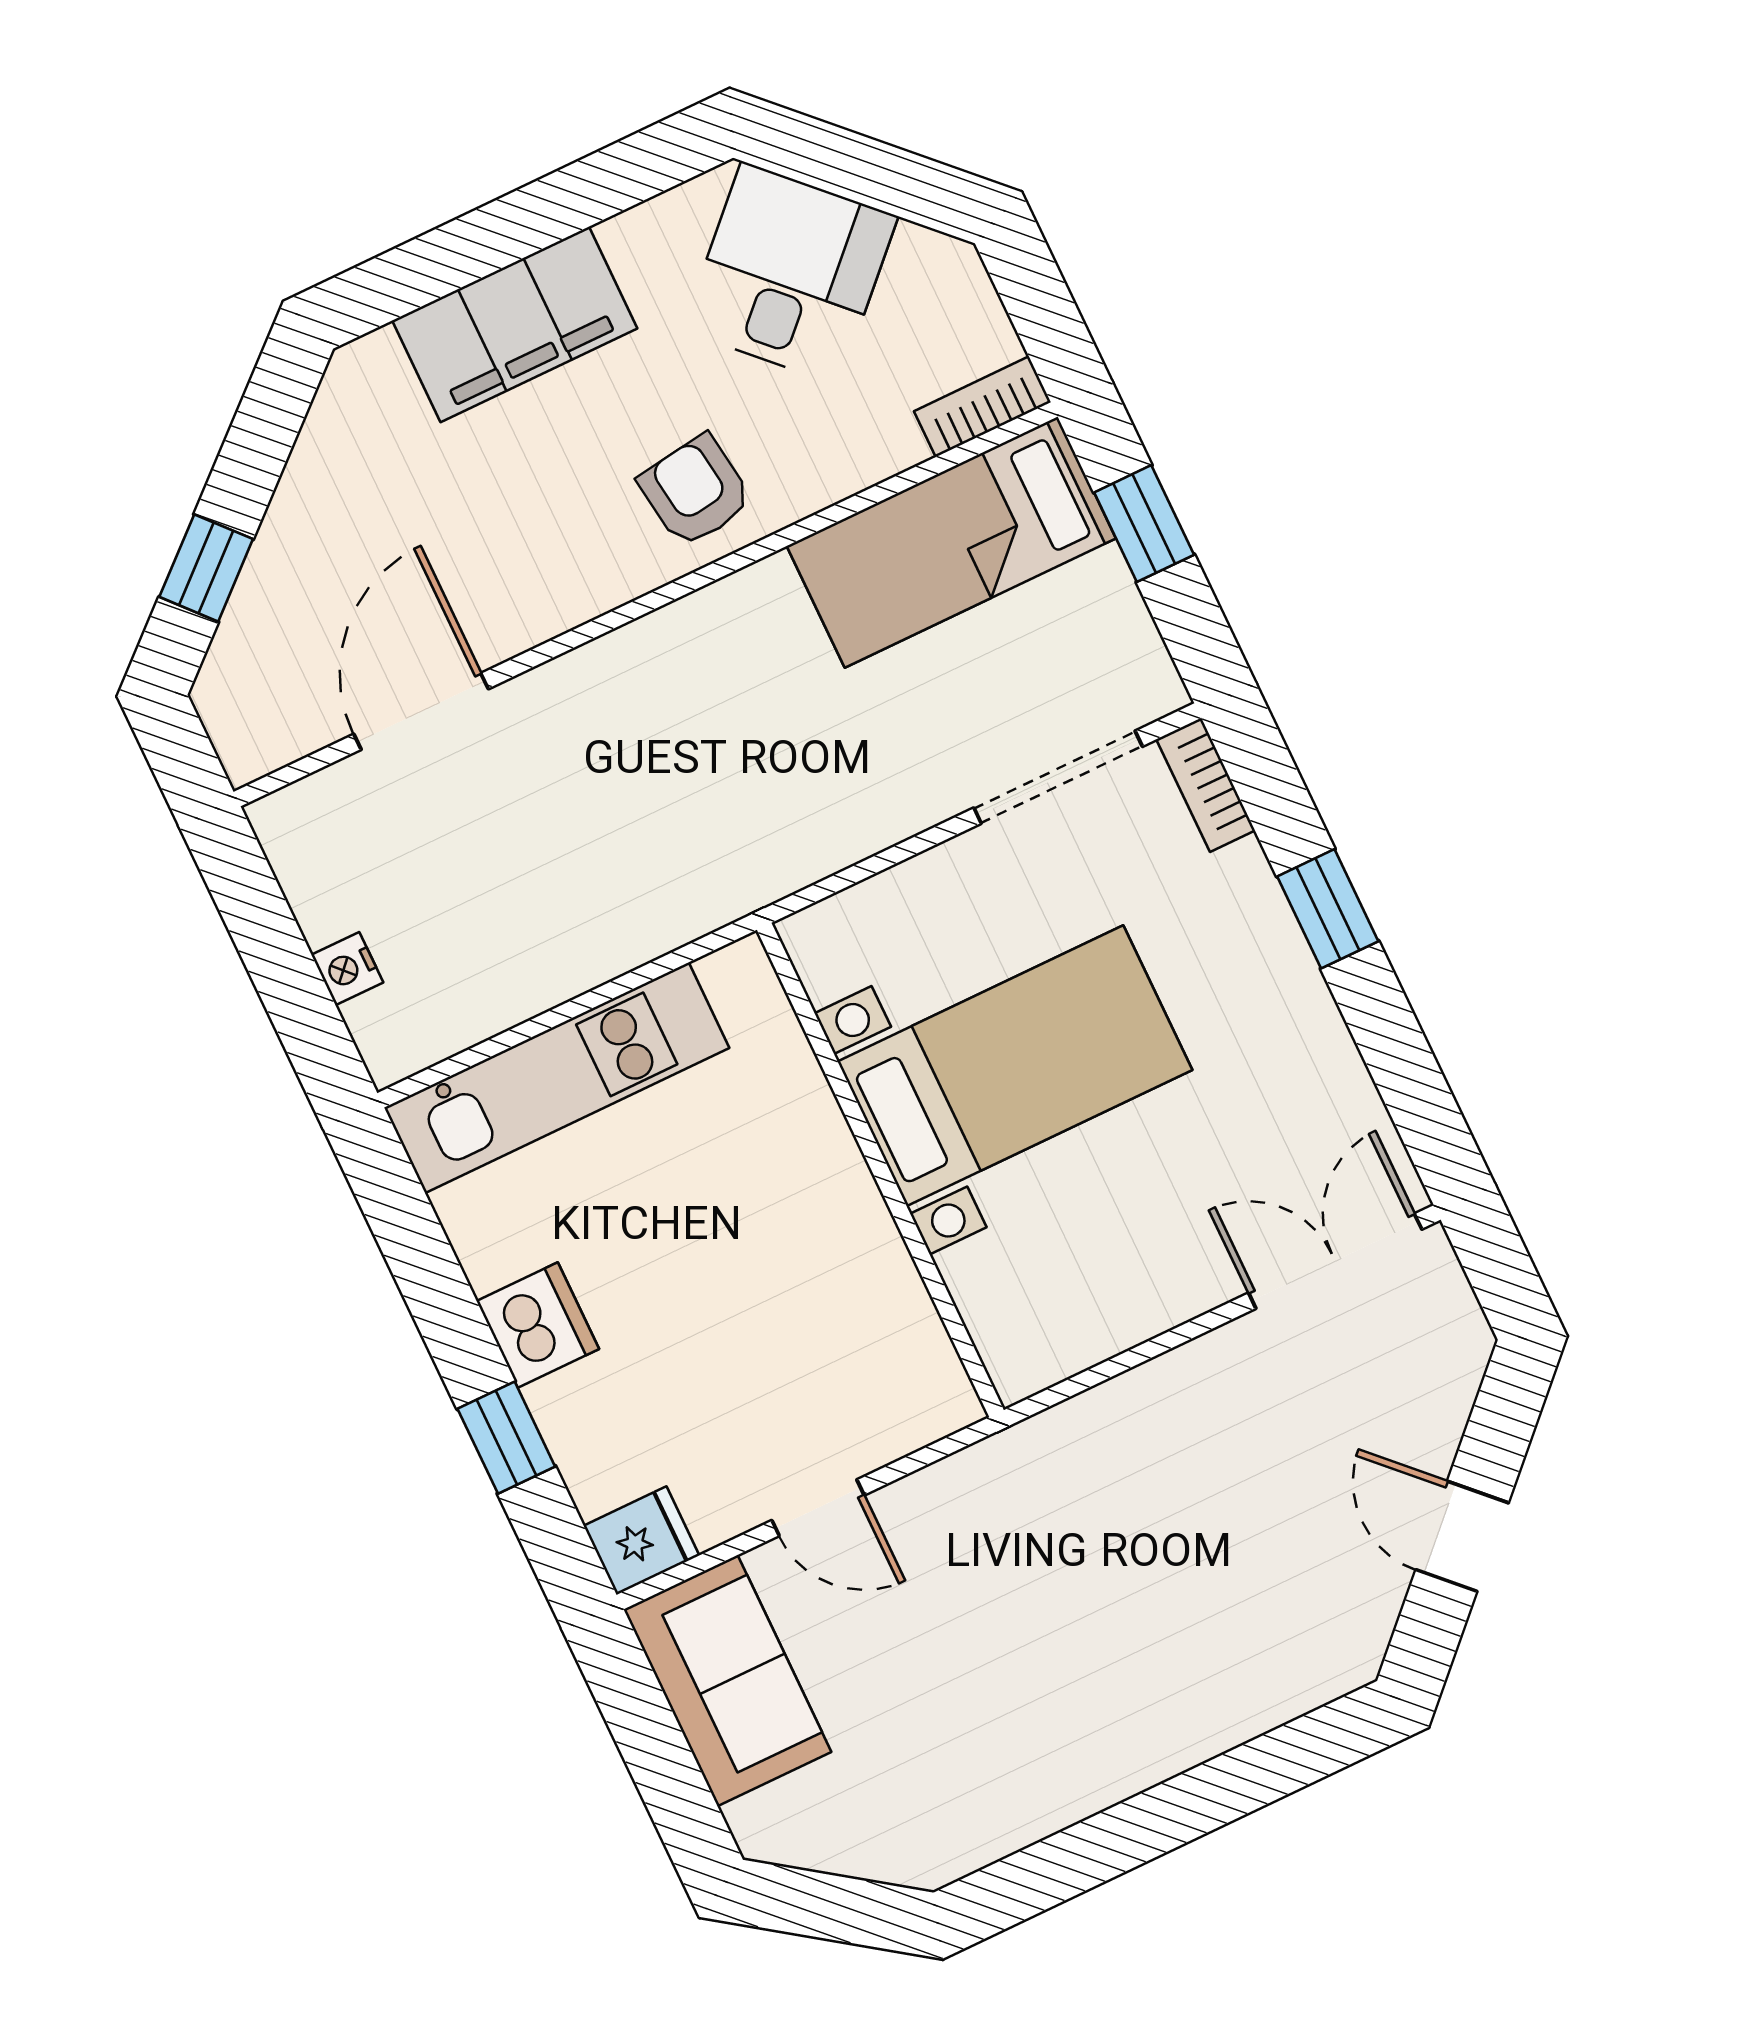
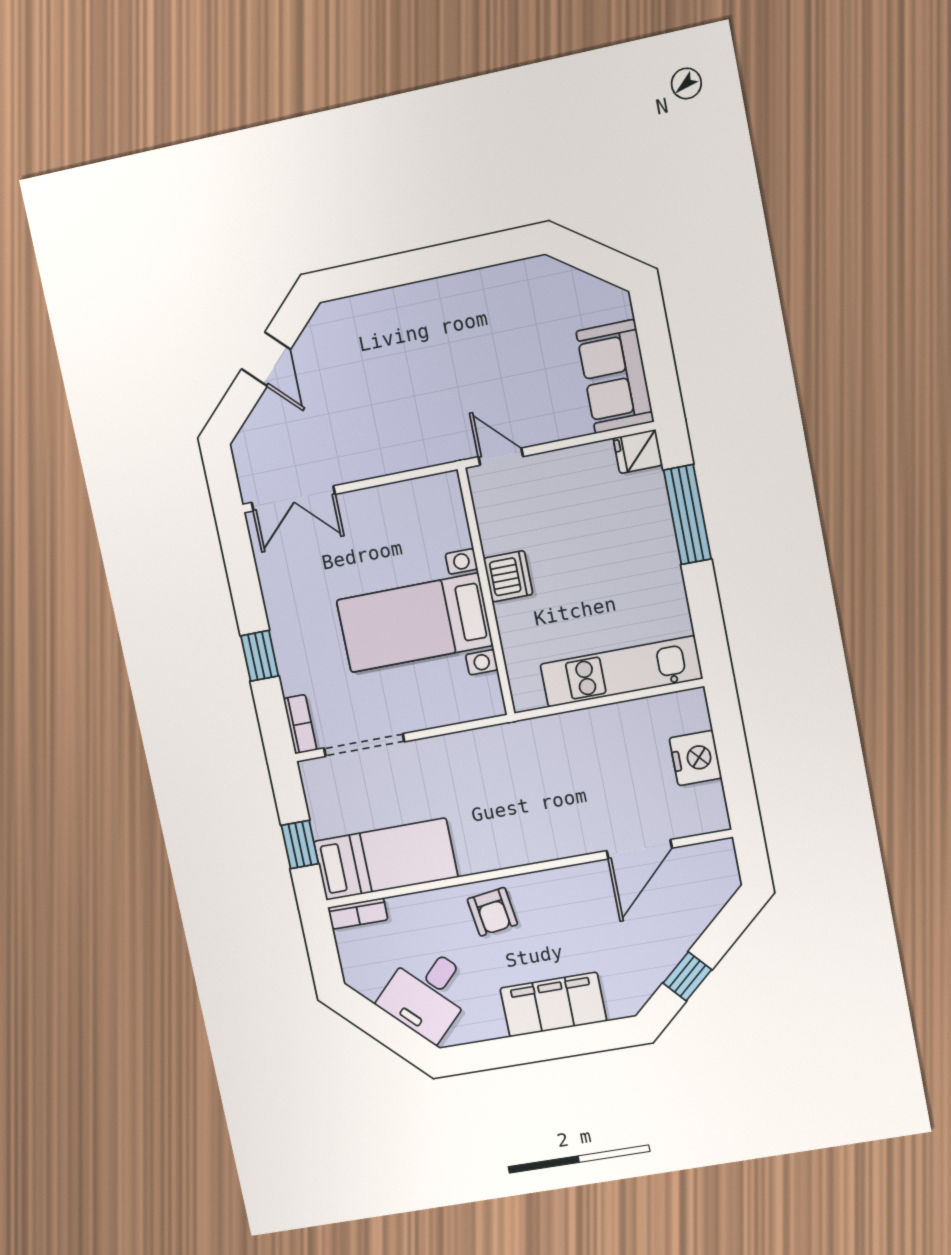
window: (206, 568) -> (687, 976), moved
nightstand: (347, 969) -> (696, 758), width x1.89, depth x1.79
dishwasher: (538, 1325) -> (508, 576), moved, turned 180
window: (506, 1438) -> (687, 515), width x2.17
door: (818, 1508) -> (501, 457), moved

